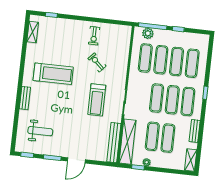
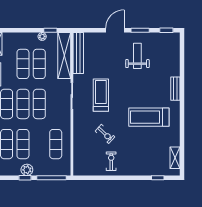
plant: (148, 33) -> (27, 170), moved
exercise mat: (161, 60) -> (39, 144), removed
weight bench: (40, 131) -> (137, 56), moved, turned 90

